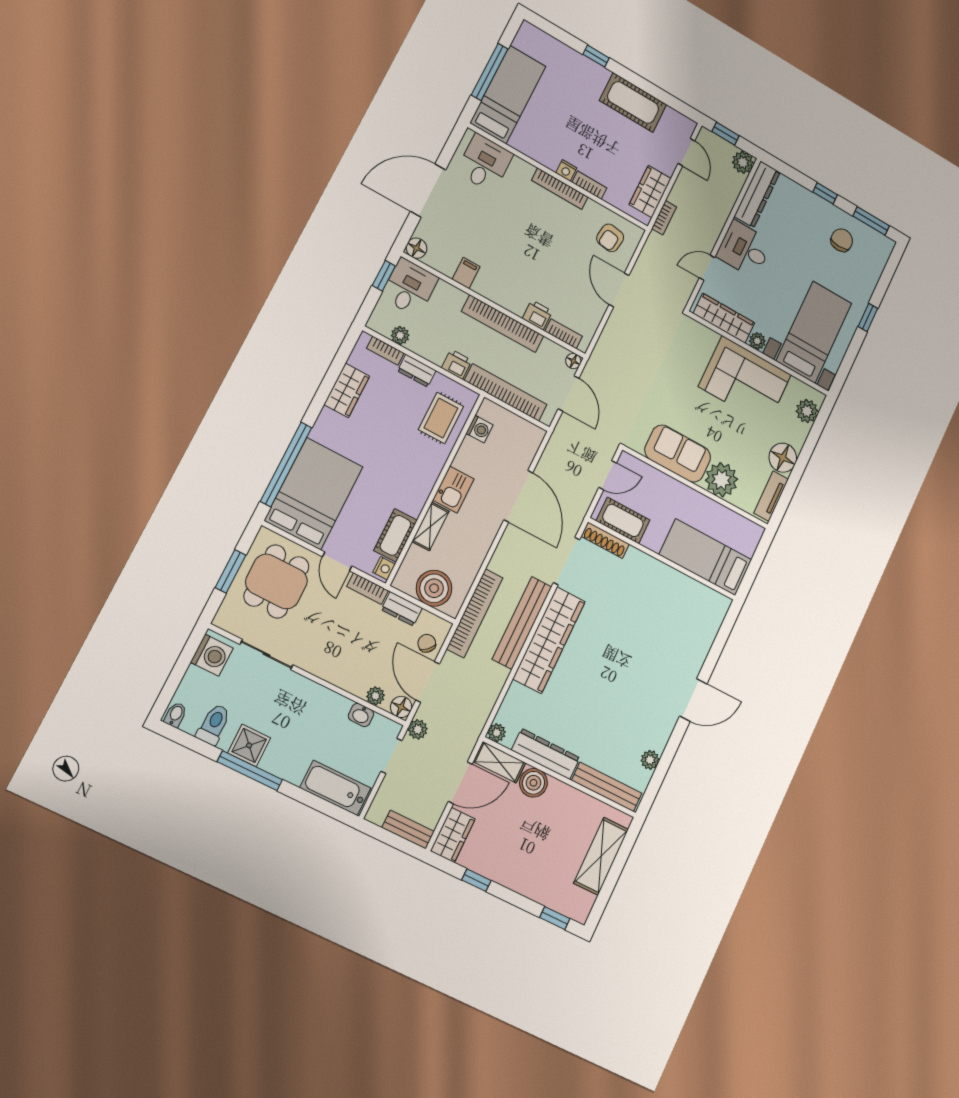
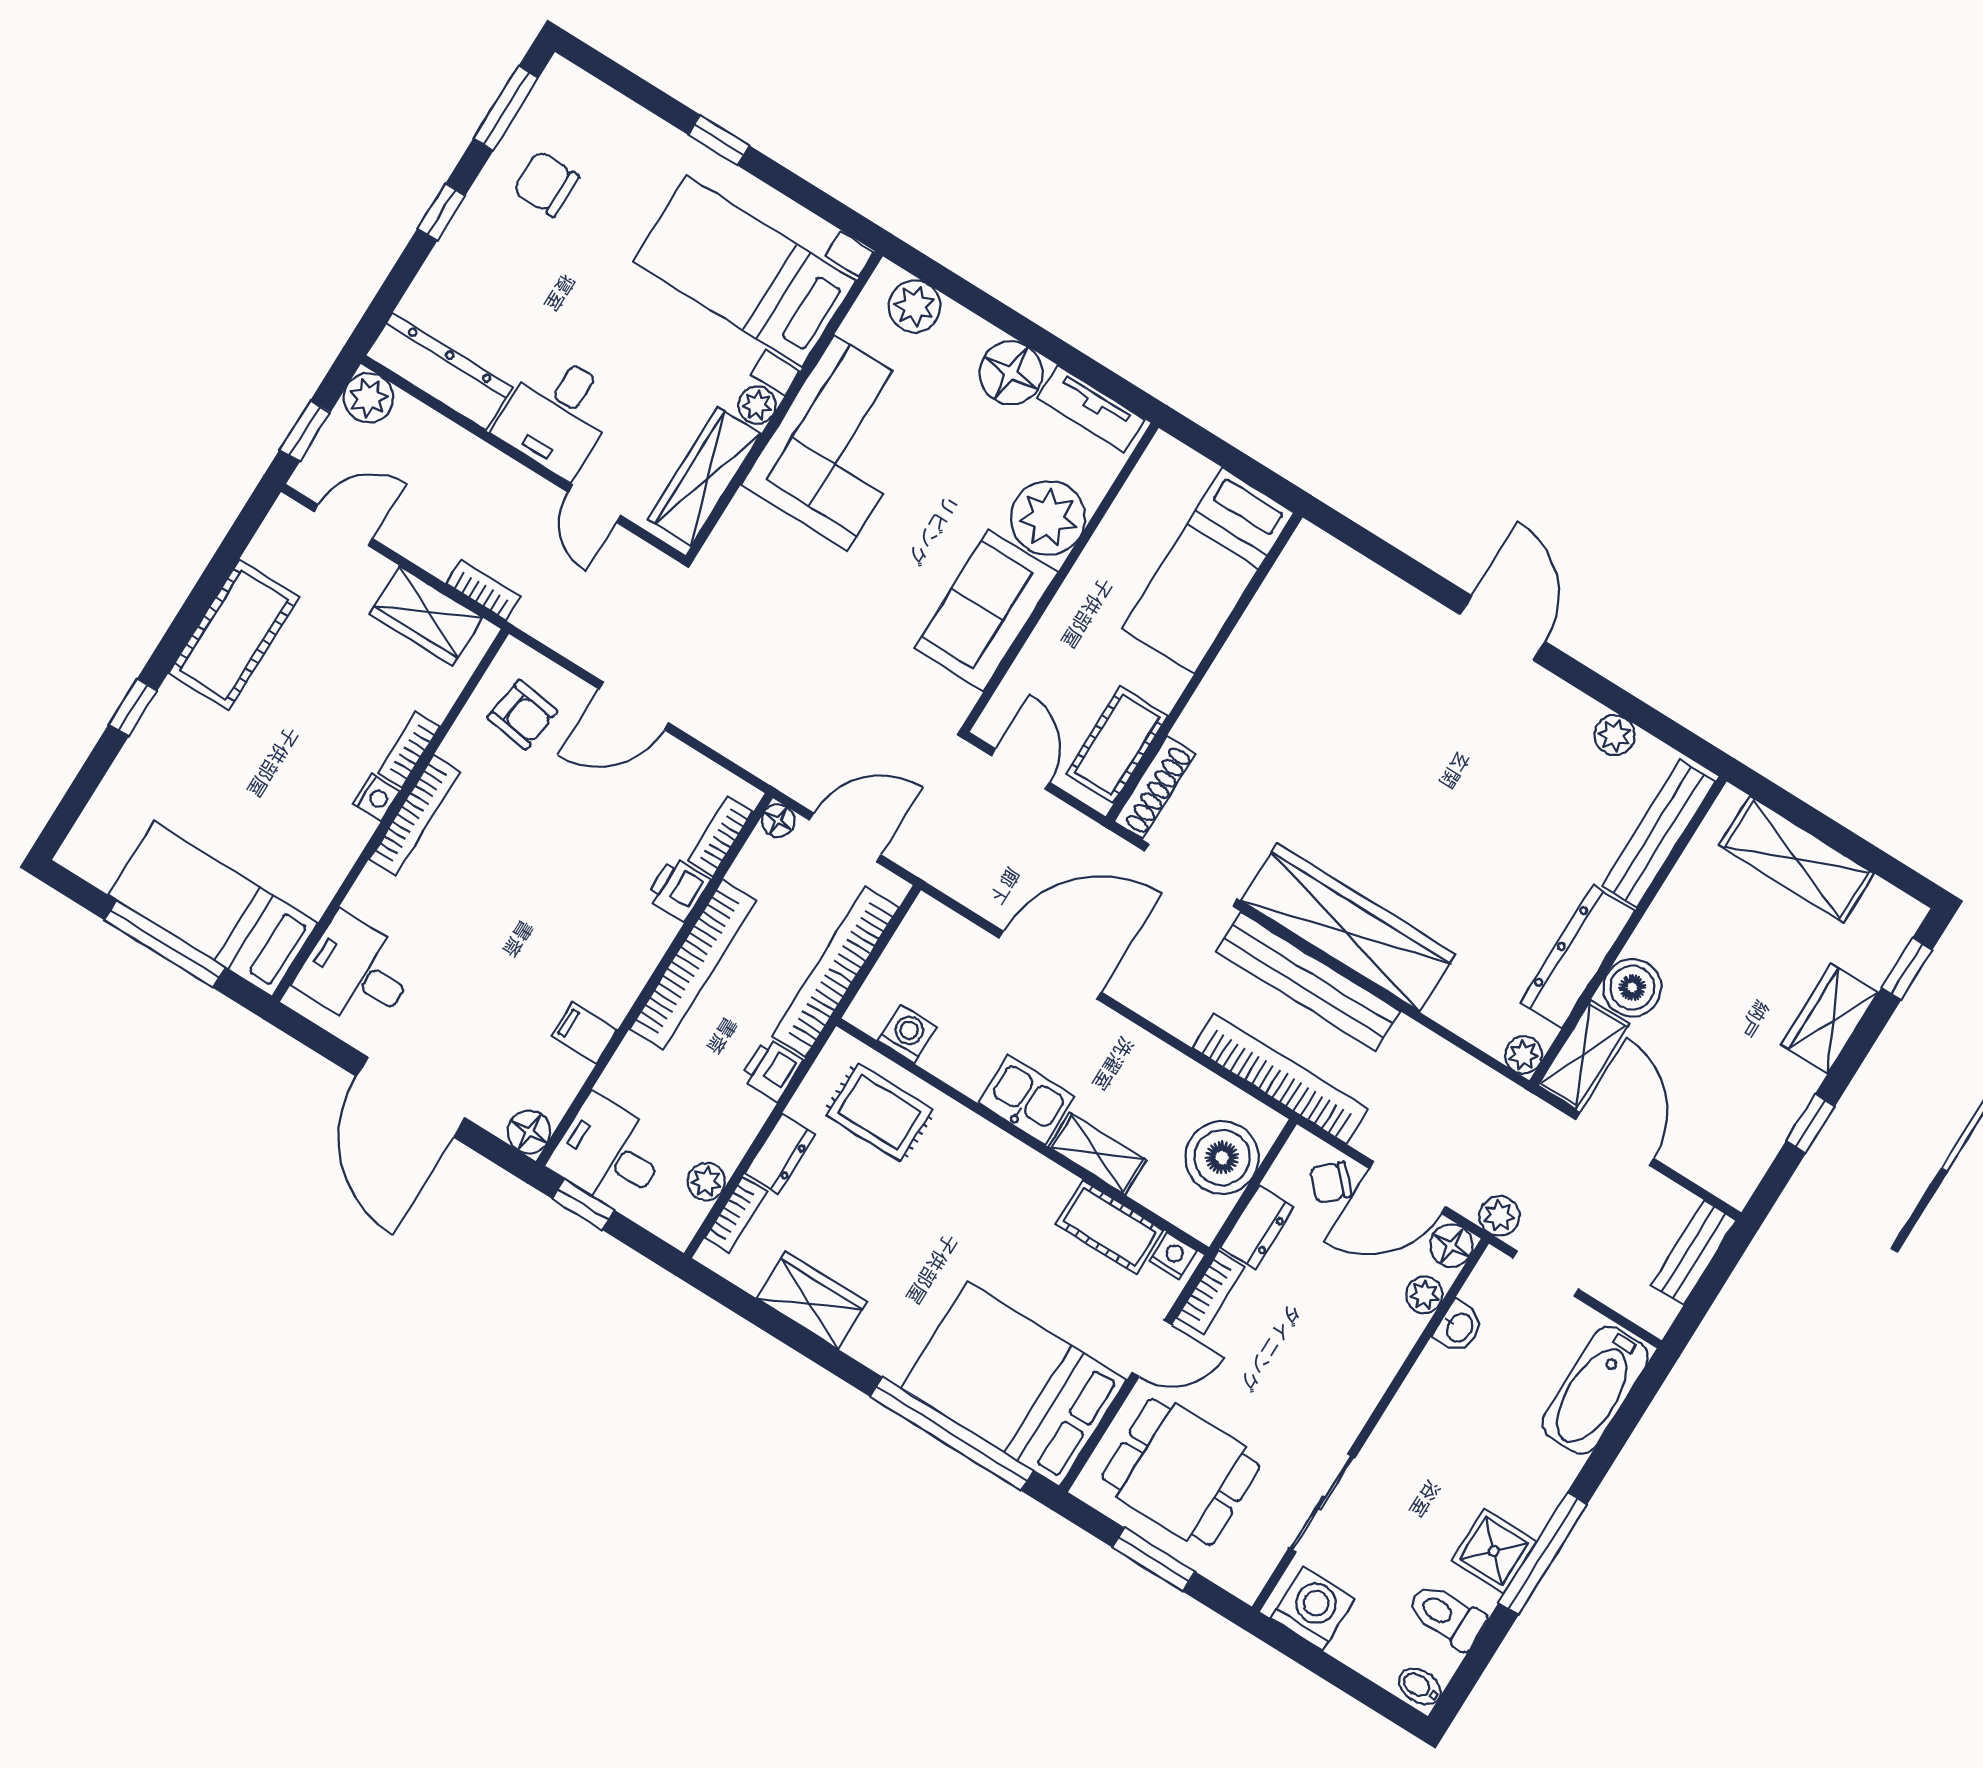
wardrobe: (453, 835) -> (1829, 1019), moved, turned -90

